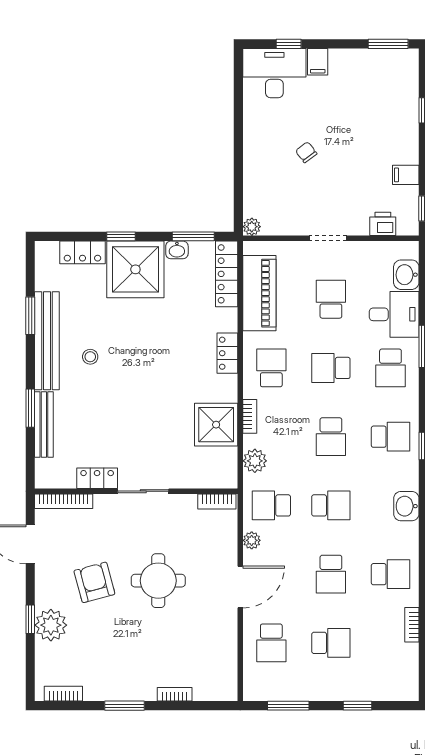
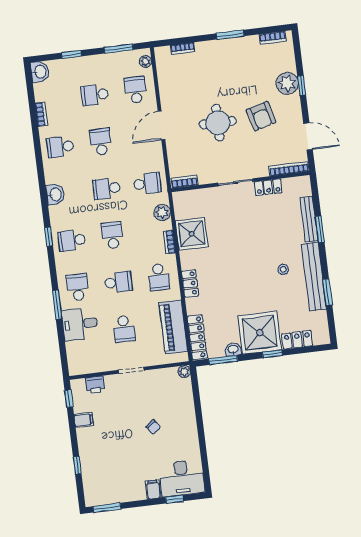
washbasin: (406, 275) -> (40, 72), moved
plant: (252, 540) -> (146, 61), moved
bookcase: (175, 694) -> (183, 48), moved

